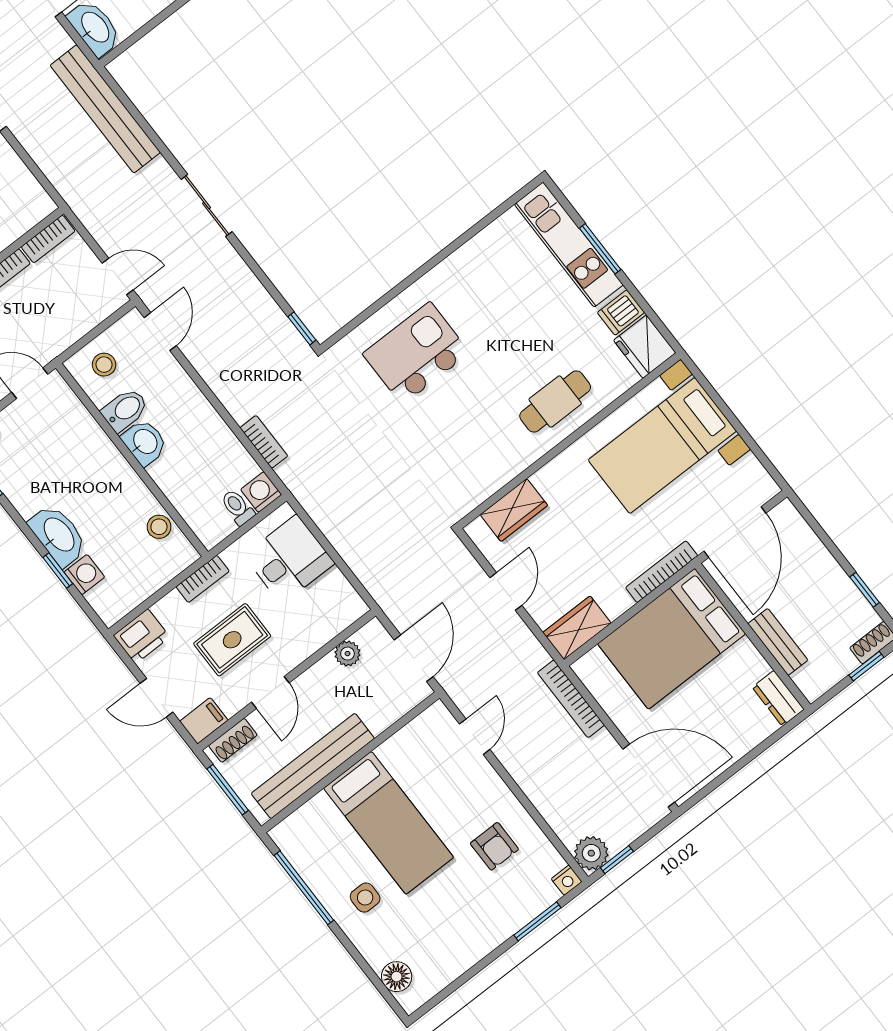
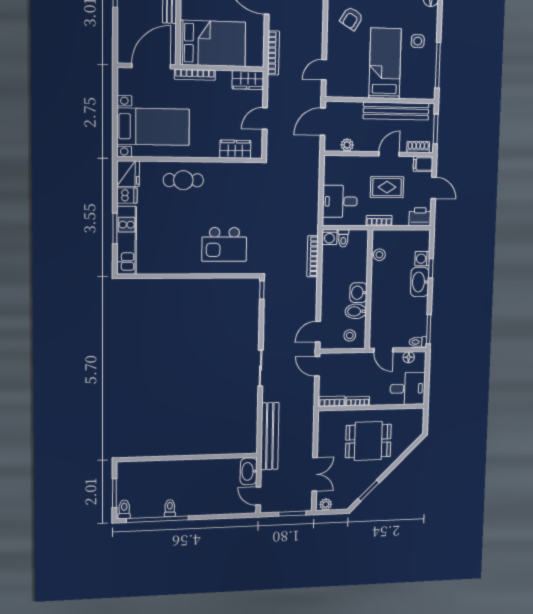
bookcase: (264, 442) -> (313, 256), width x1.56
armchair: (494, 846) -> (351, 18), turned -149

